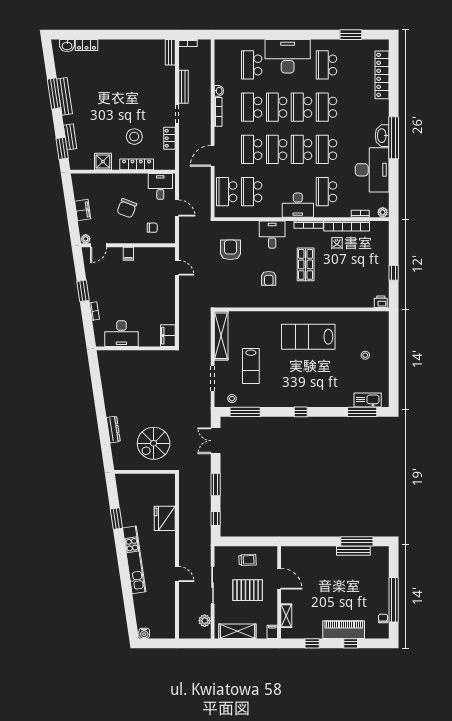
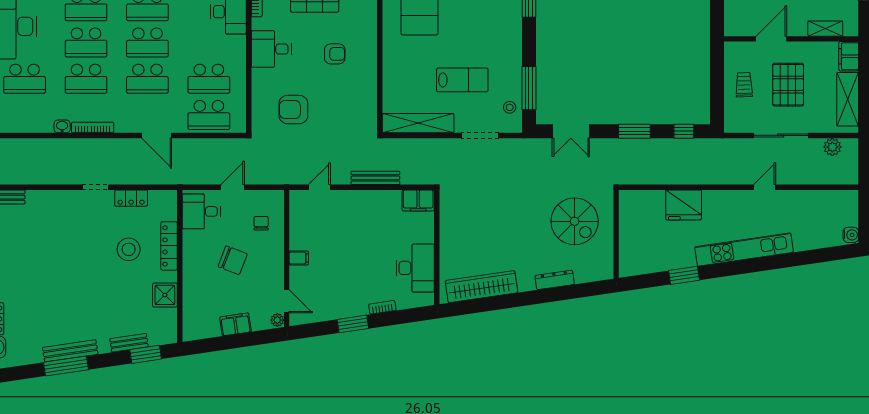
bench: (183, 87) -> (375, 178), moved
wardrobe: (109, 379) -> (482, 287), added
filing cabinet: (272, 632) -> (849, 56), width x2.00

